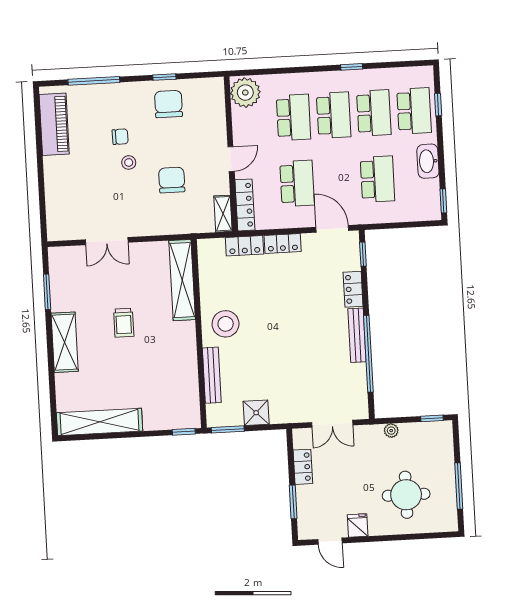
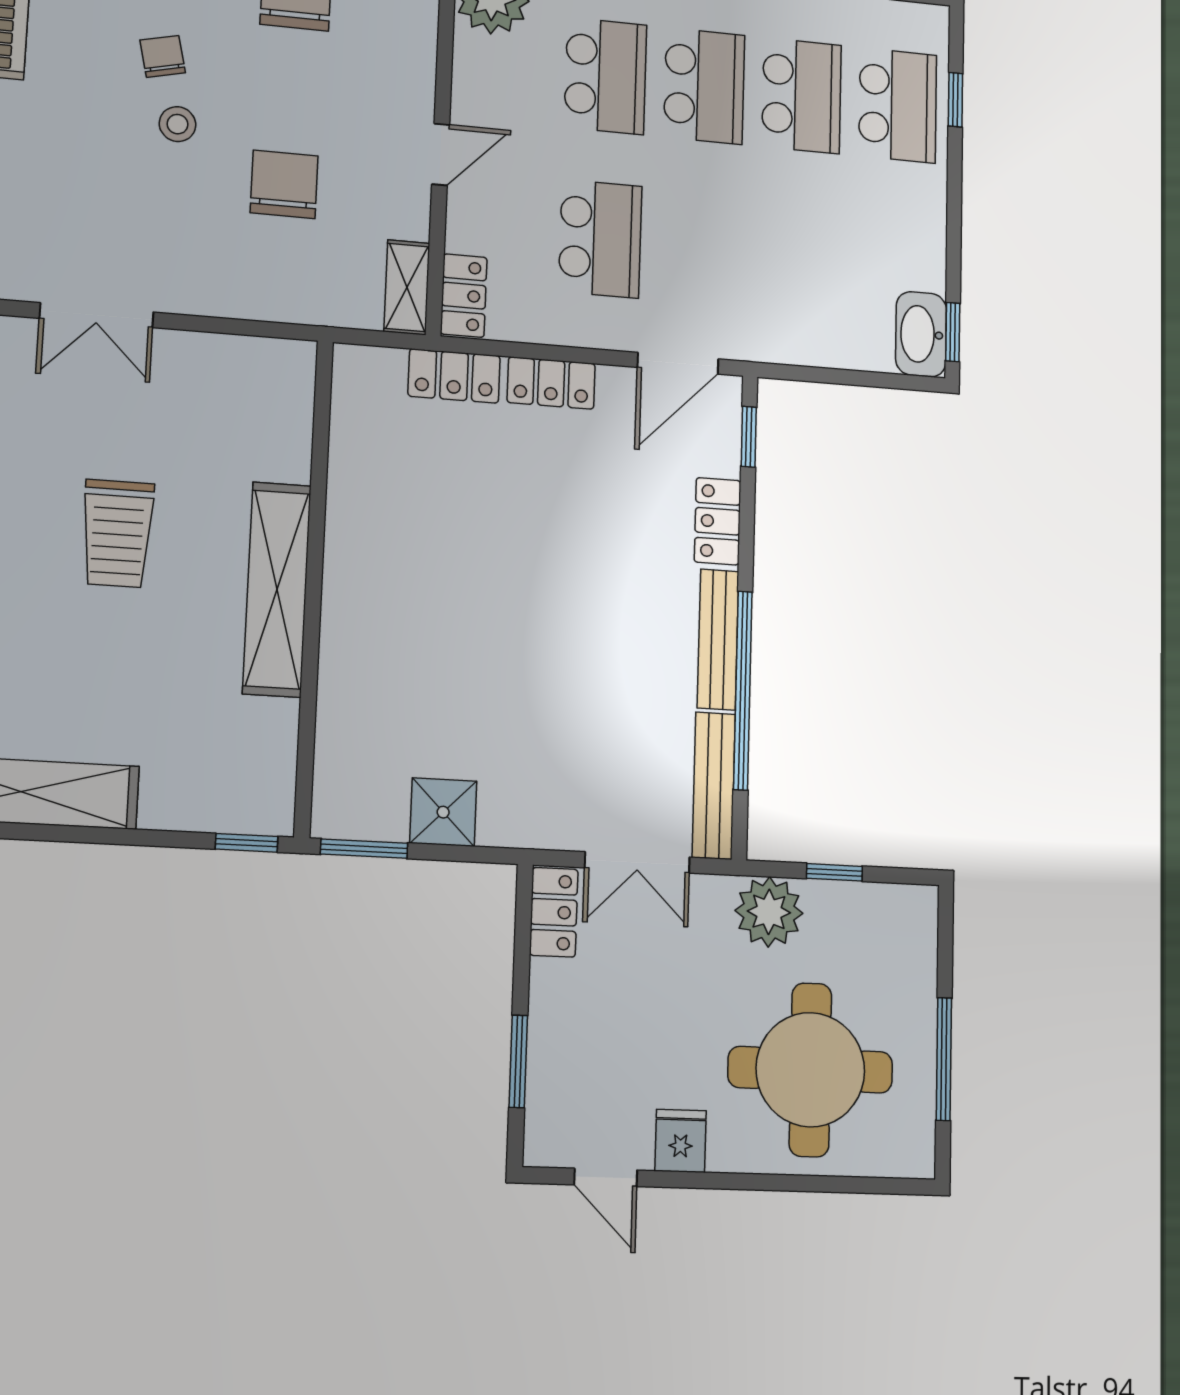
chair: (120, 137) -> (163, 56), turned -102
washbasin: (428, 161) -> (921, 334), moved
school desk: (377, 179) -> (798, 257), removed
locker: (245, 205) -> (464, 296), width x0.66
door: (332, 229) -> (678, 363), swing flipped
shelving: (182, 280) -> (277, 589), moved
trolley: (124, 323) -> (117, 533), width x1.36, depth x1.39
stool: (226, 324) -> (386, 570), removed
bench: (212, 375) -> (714, 786), moved
window: (432, 418) -> (834, 872), moved
plant: (391, 431) -> (769, 912), width x1.88, depth x1.88
locker: (303, 467) -> (554, 912), moved
round table: (406, 495) -> (810, 1070), width x1.36, depth x1.36

